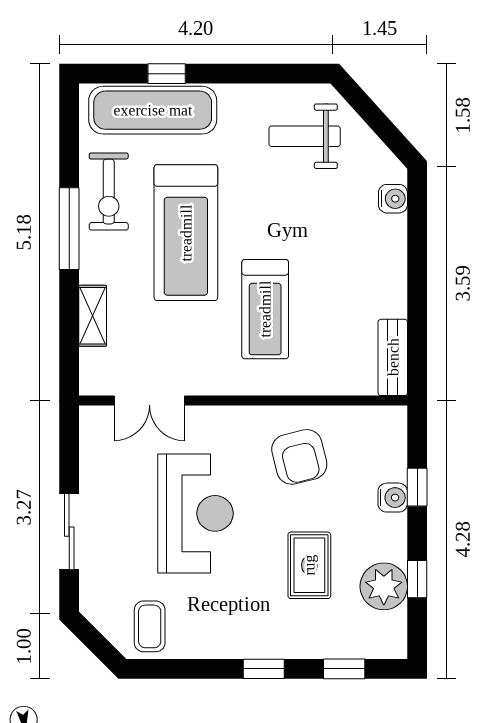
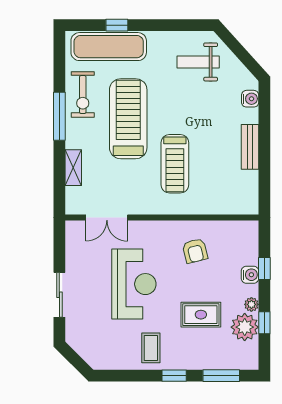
treadmill: (186, 233) -> (128, 119), turned 180
bench: (393, 357) -> (250, 147), moved
armchair: (299, 457) -> (195, 251), width x0.72, depth x0.72
plant: (395, 548) -> (251, 304), added
rug: (309, 565) -> (201, 315), turned 90
coffee table: (150, 626) -> (151, 348), moved
window: (344, 669) -> (221, 376), width x1.50

